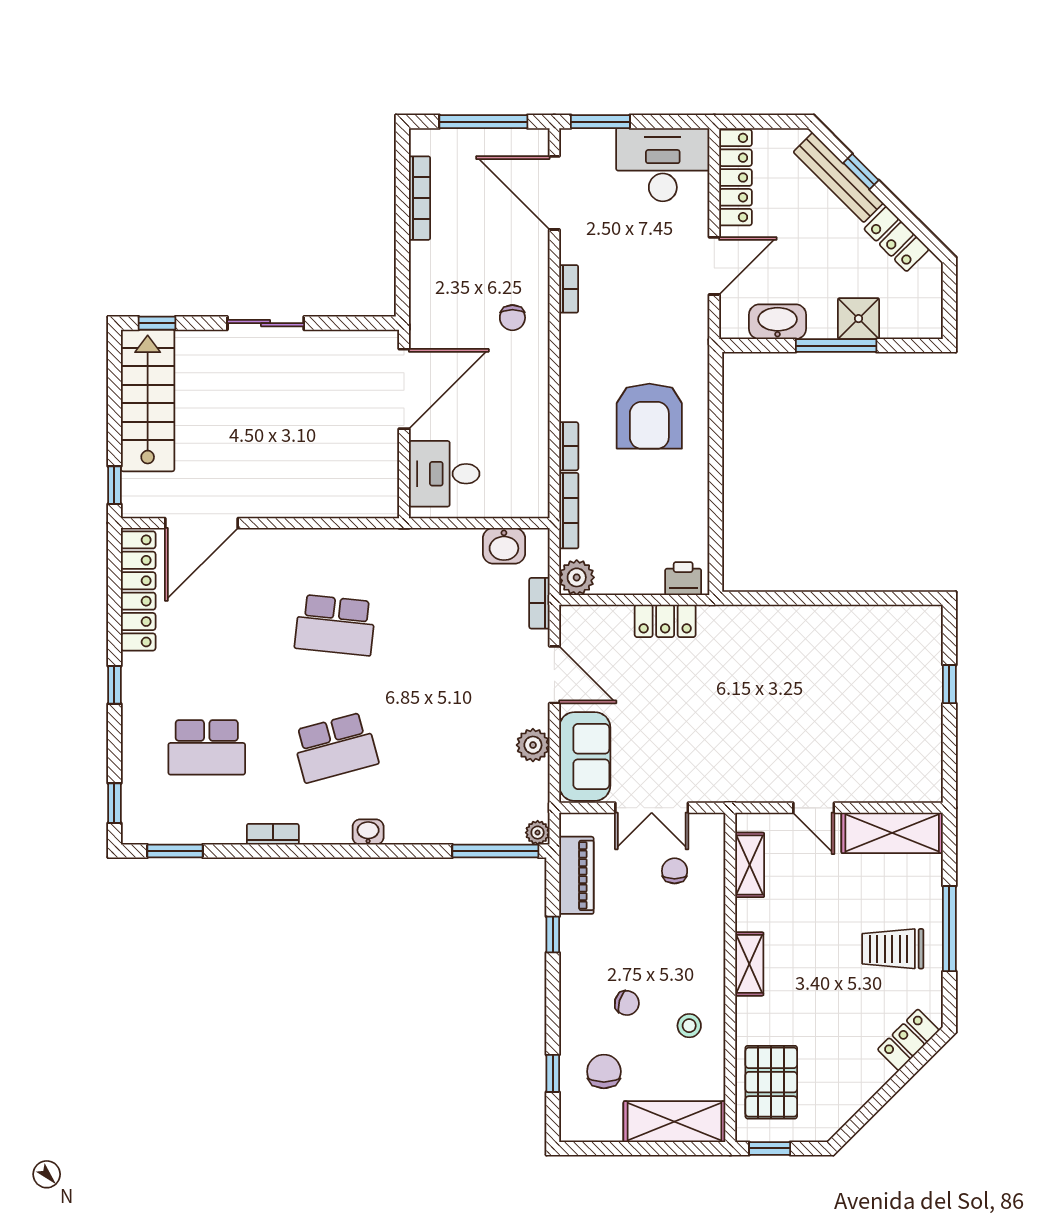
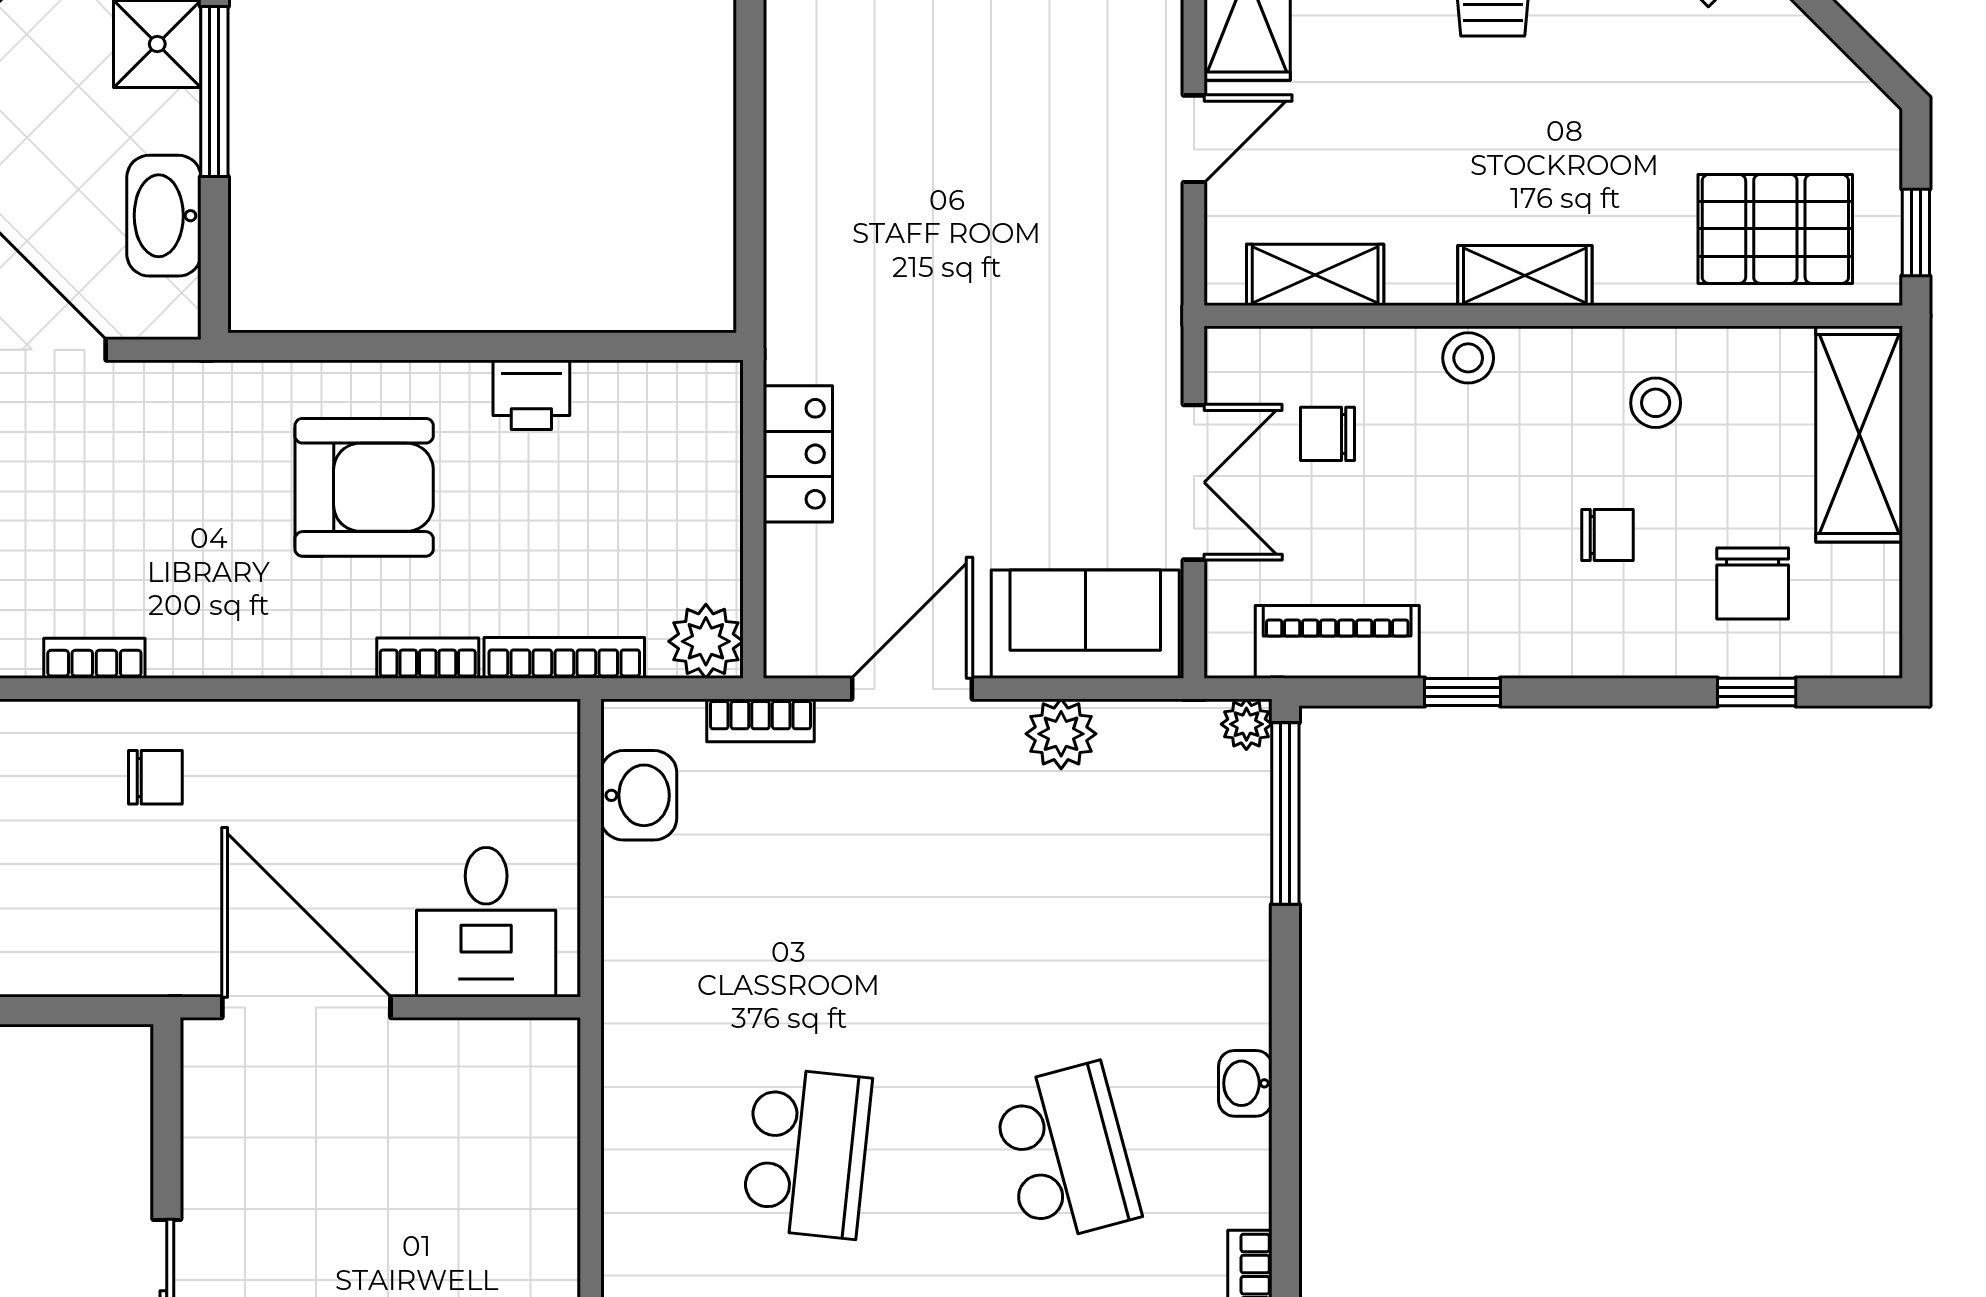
printer: (683, 579) -> (531, 395), moved, turned -90
stool: (710, 937) -> (1468, 358), added
chair: (627, 1003) -> (1608, 535), turned 74
chair: (604, 1071) -> (1753, 583), turned -90

